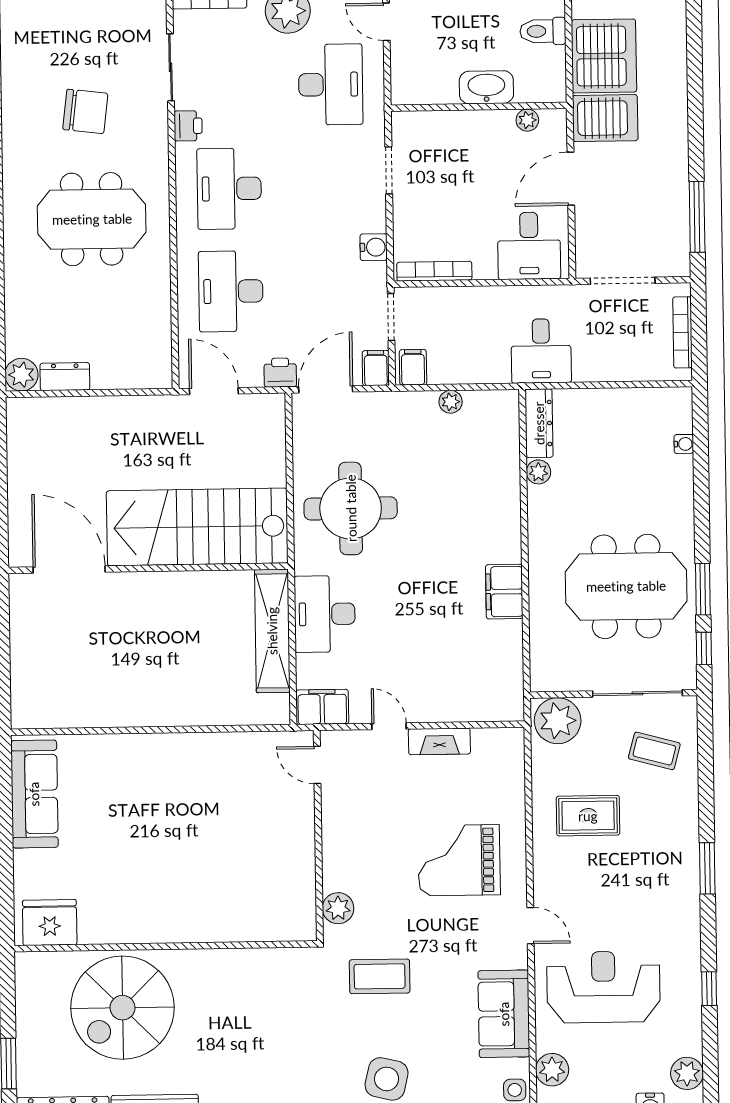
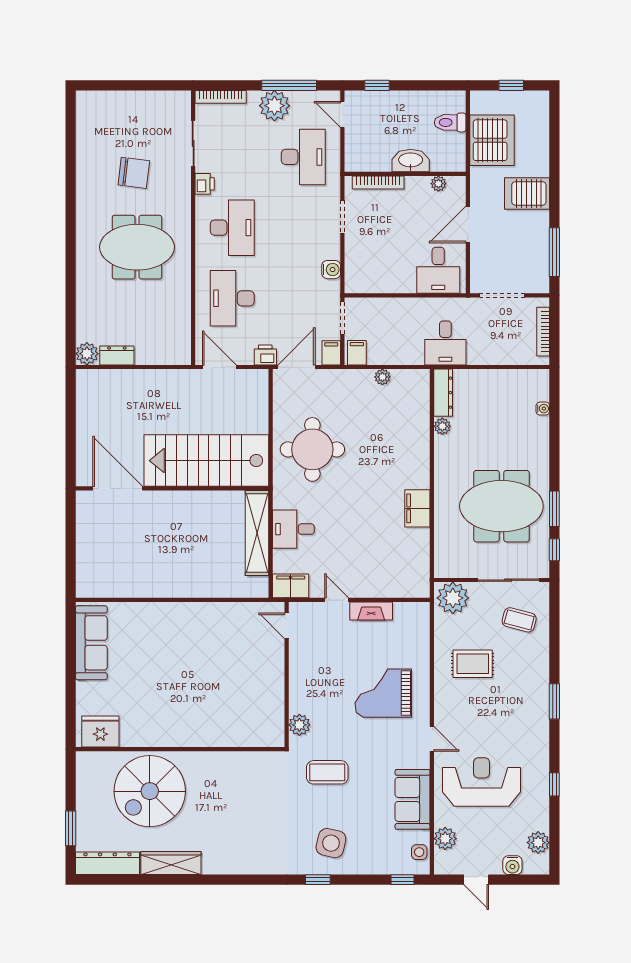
server rack: (605, 118) -> (527, 193), moved, turned 180
desk: (229, 189) -> (232, 228), turned 180
bookcase: (434, 271) -> (378, 182), moved, turned 180
desk: (325, 614) -> (293, 529), width x0.73

